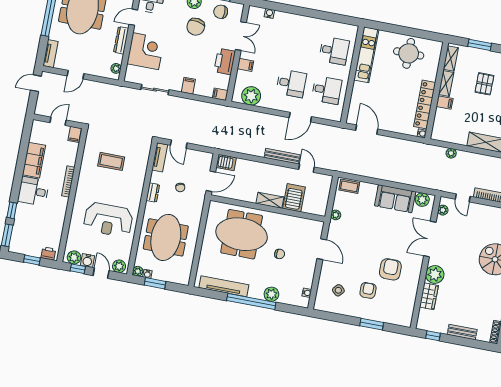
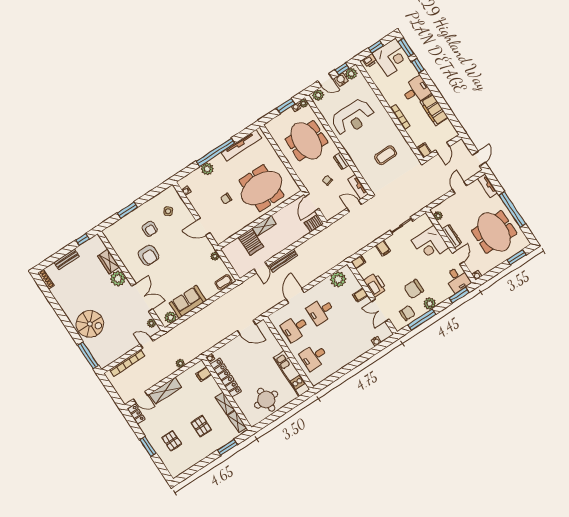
chair: (196, 27) -> (414, 289), turned -99
filing cabinet: (445, 102) -> (204, 374), moved
door: (306, 168) -> (261, 268), hinge flipped
reception desk: (108, 220) -> (353, 117), turned 180
corner desk: (27, 239) -> (392, 57), added

